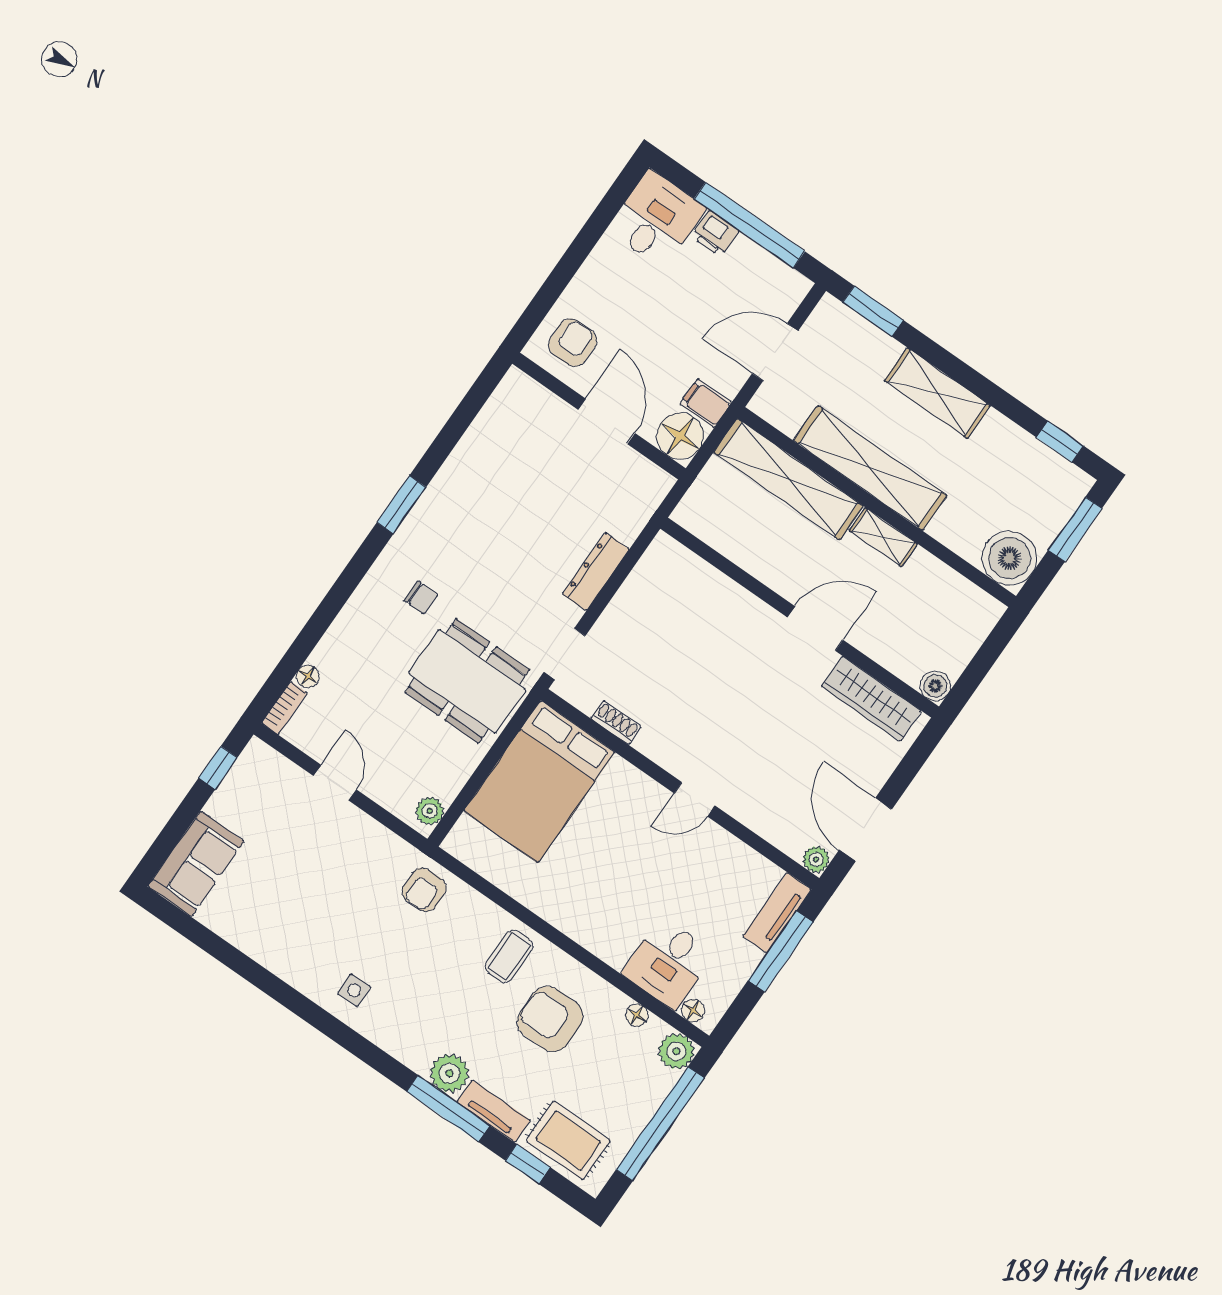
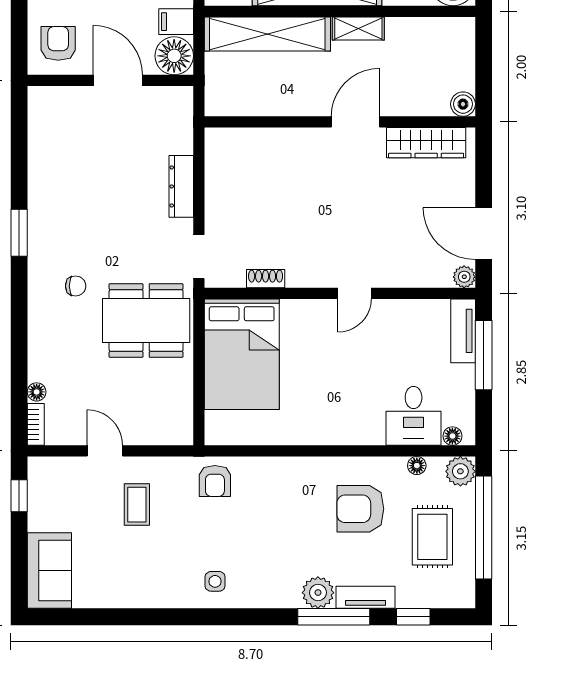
plant: (430, 811) -> (182, 425), removed
coffee table: (509, 956) -> (137, 505), moved
rug: (568, 1140) -> (432, 537), moved, turned 90

